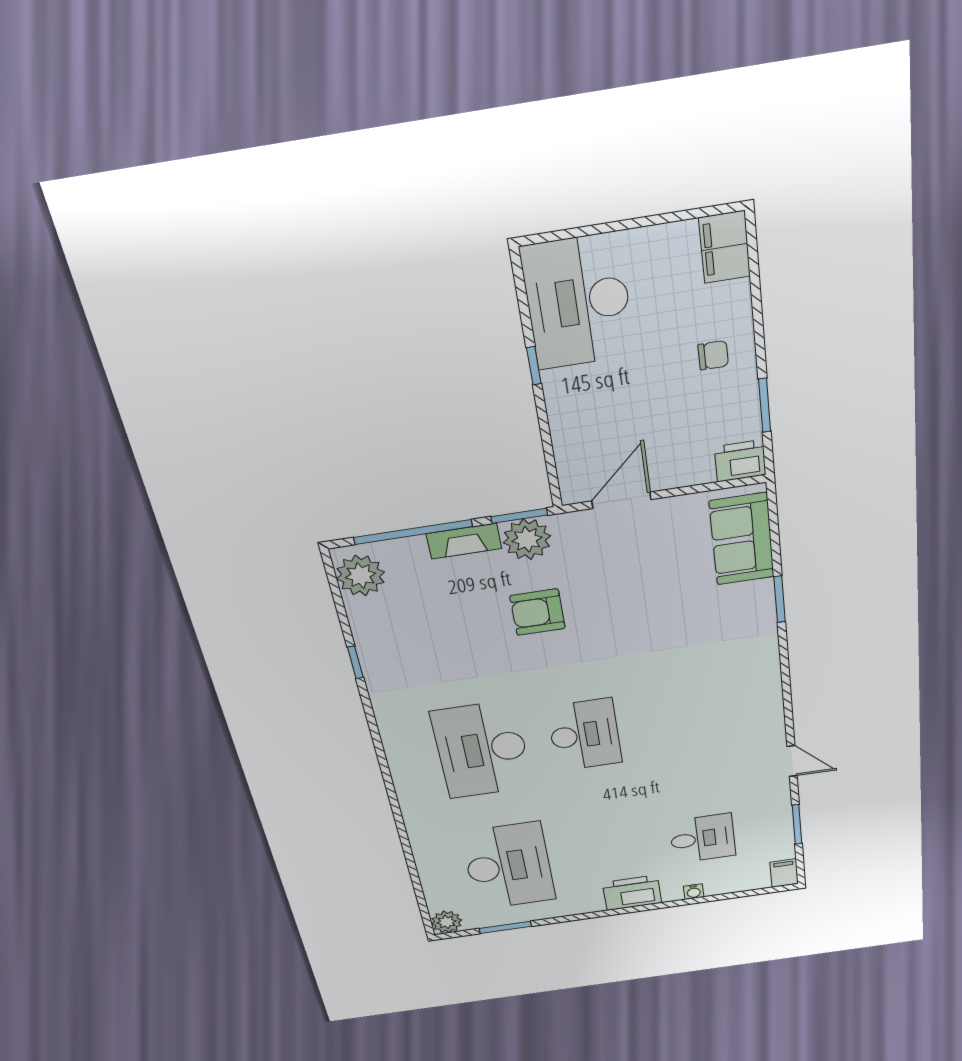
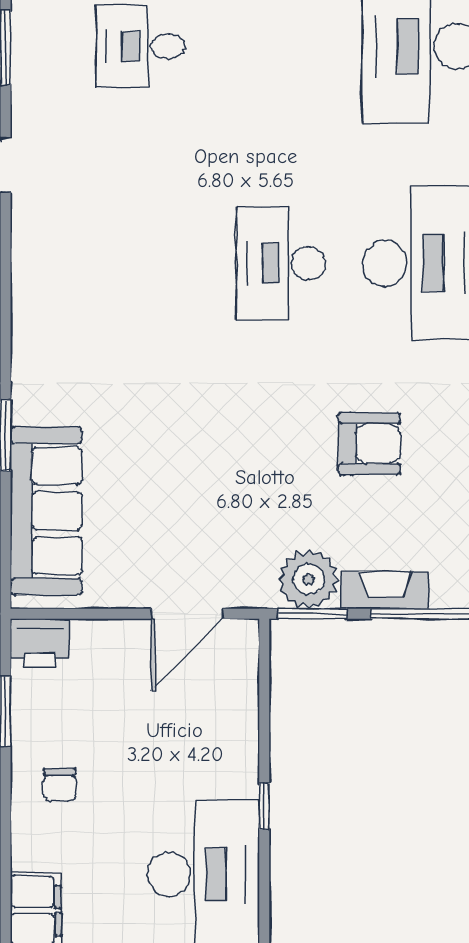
chair: (713, 355) -> (60, 785), turned -90
sofa: (742, 539) -> (46, 511), width x1.36
armchair: (538, 612) -> (369, 444), moved

